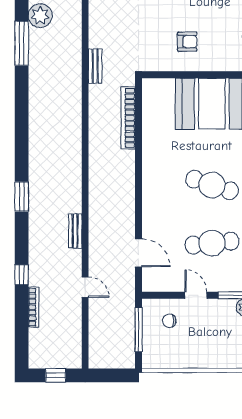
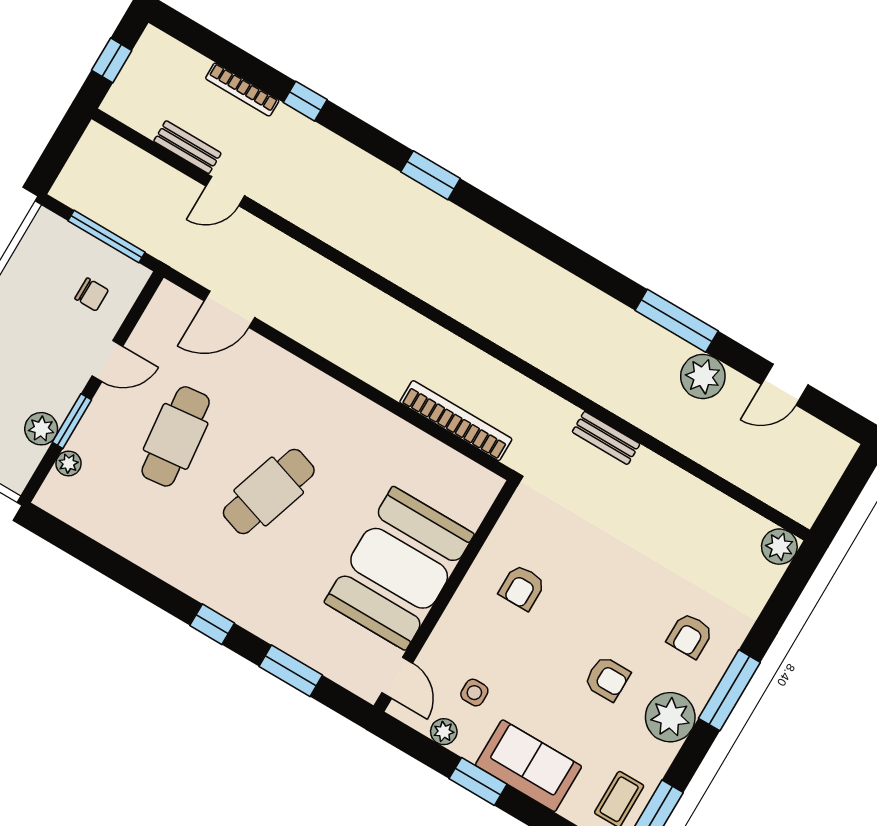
bench: (95, 66) -> (606, 438), moved
bench: (75, 231) -> (187, 147), moved
chair: (169, 321) -> (92, 294), turned 90

